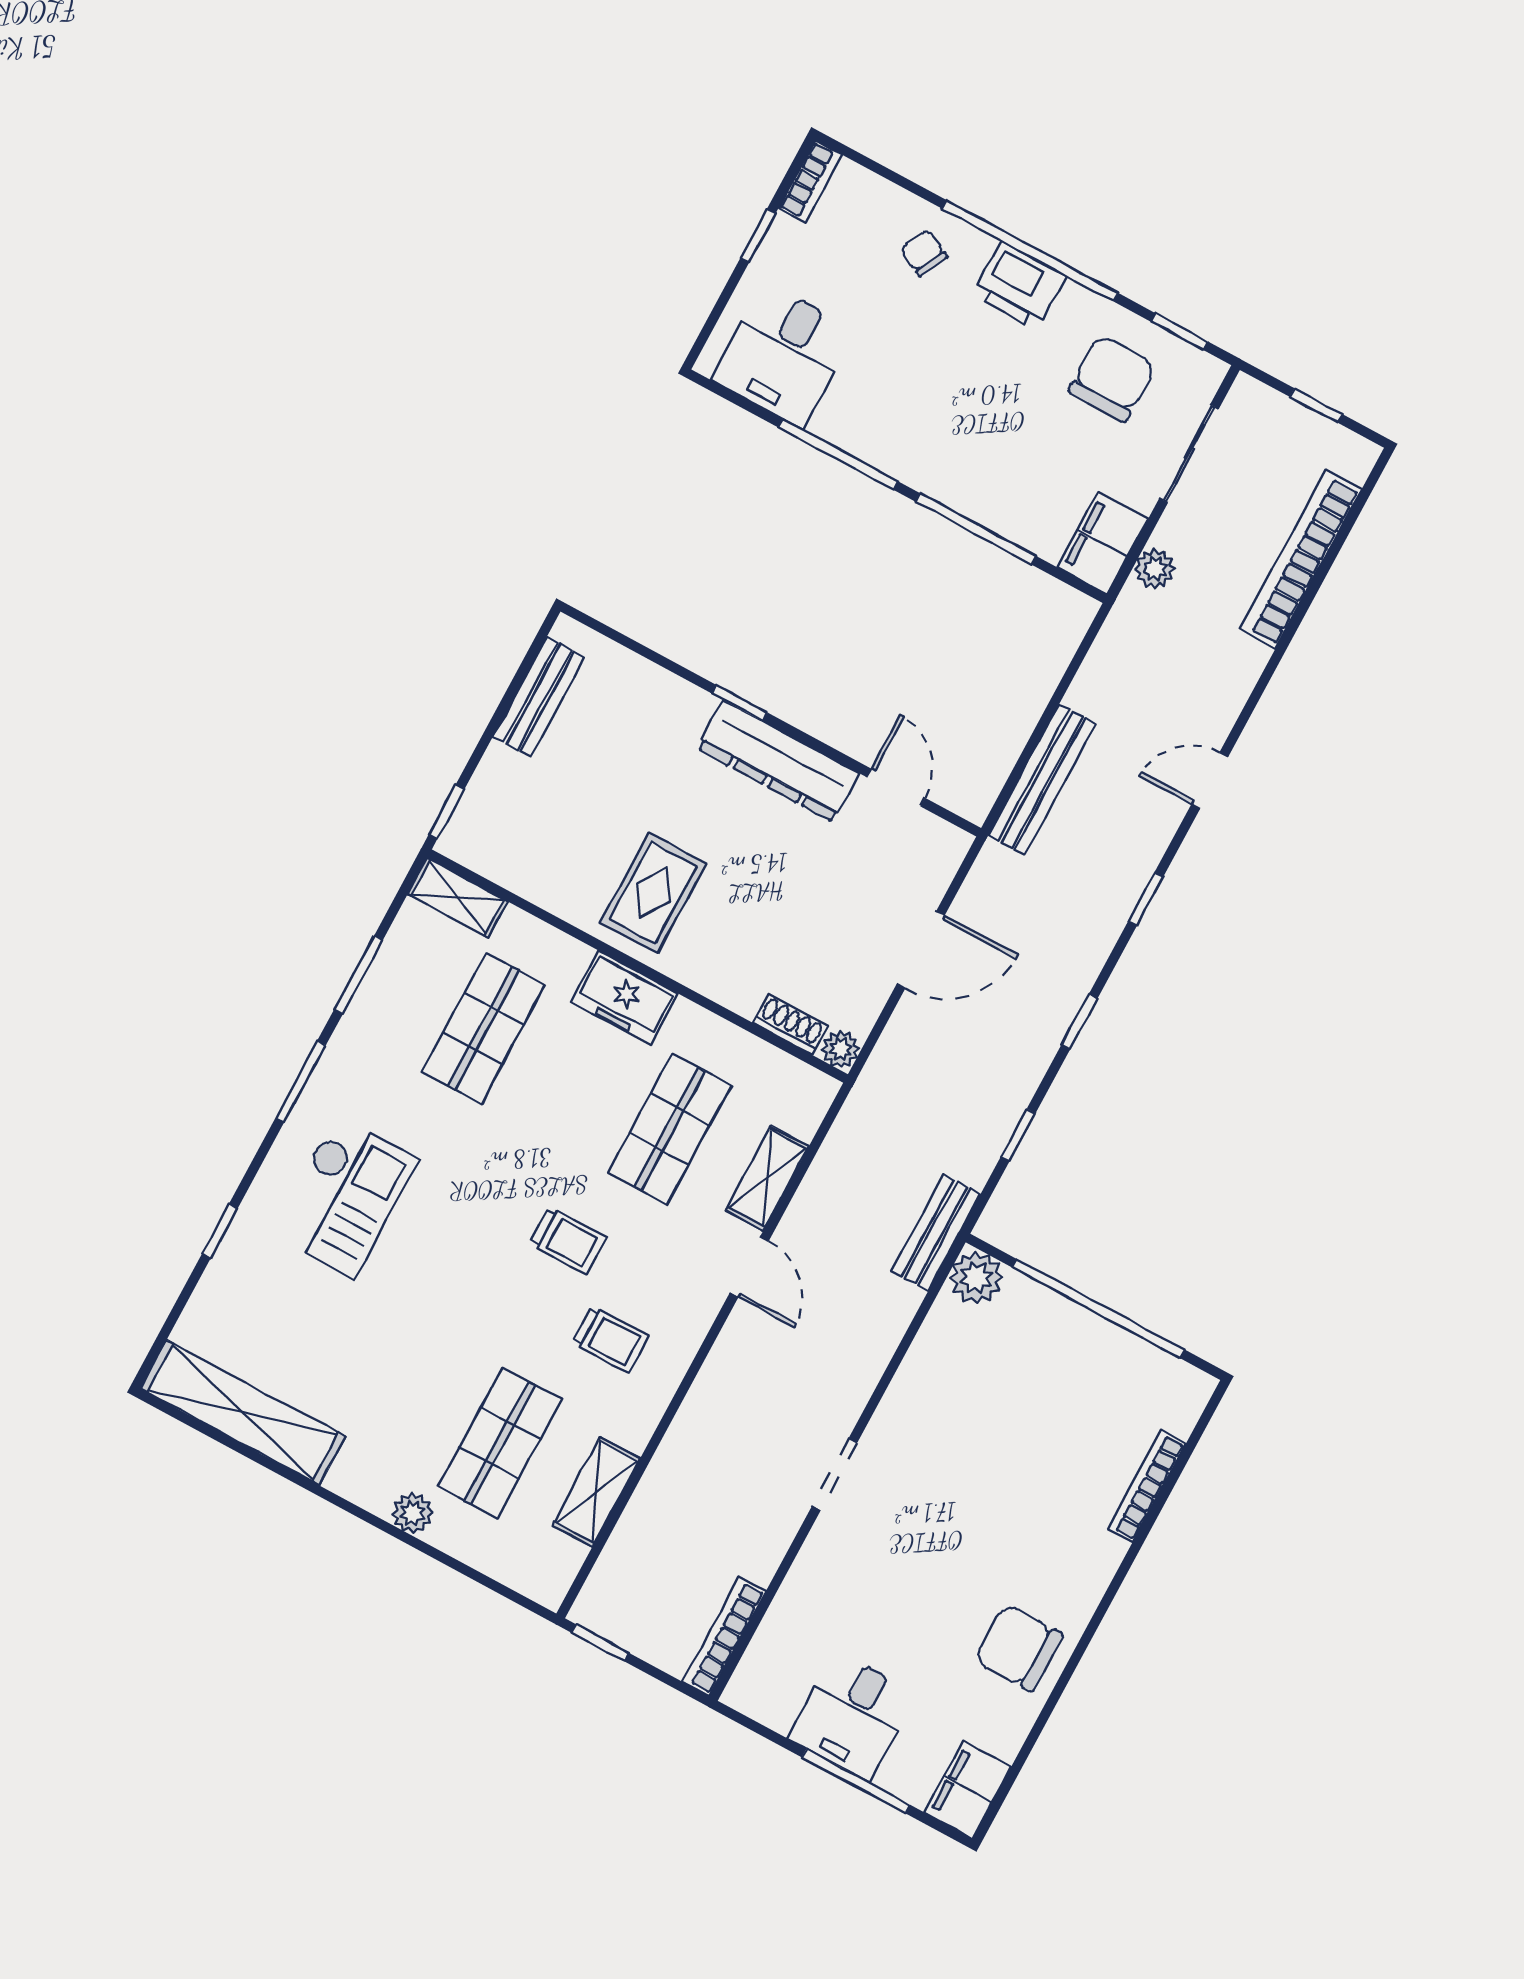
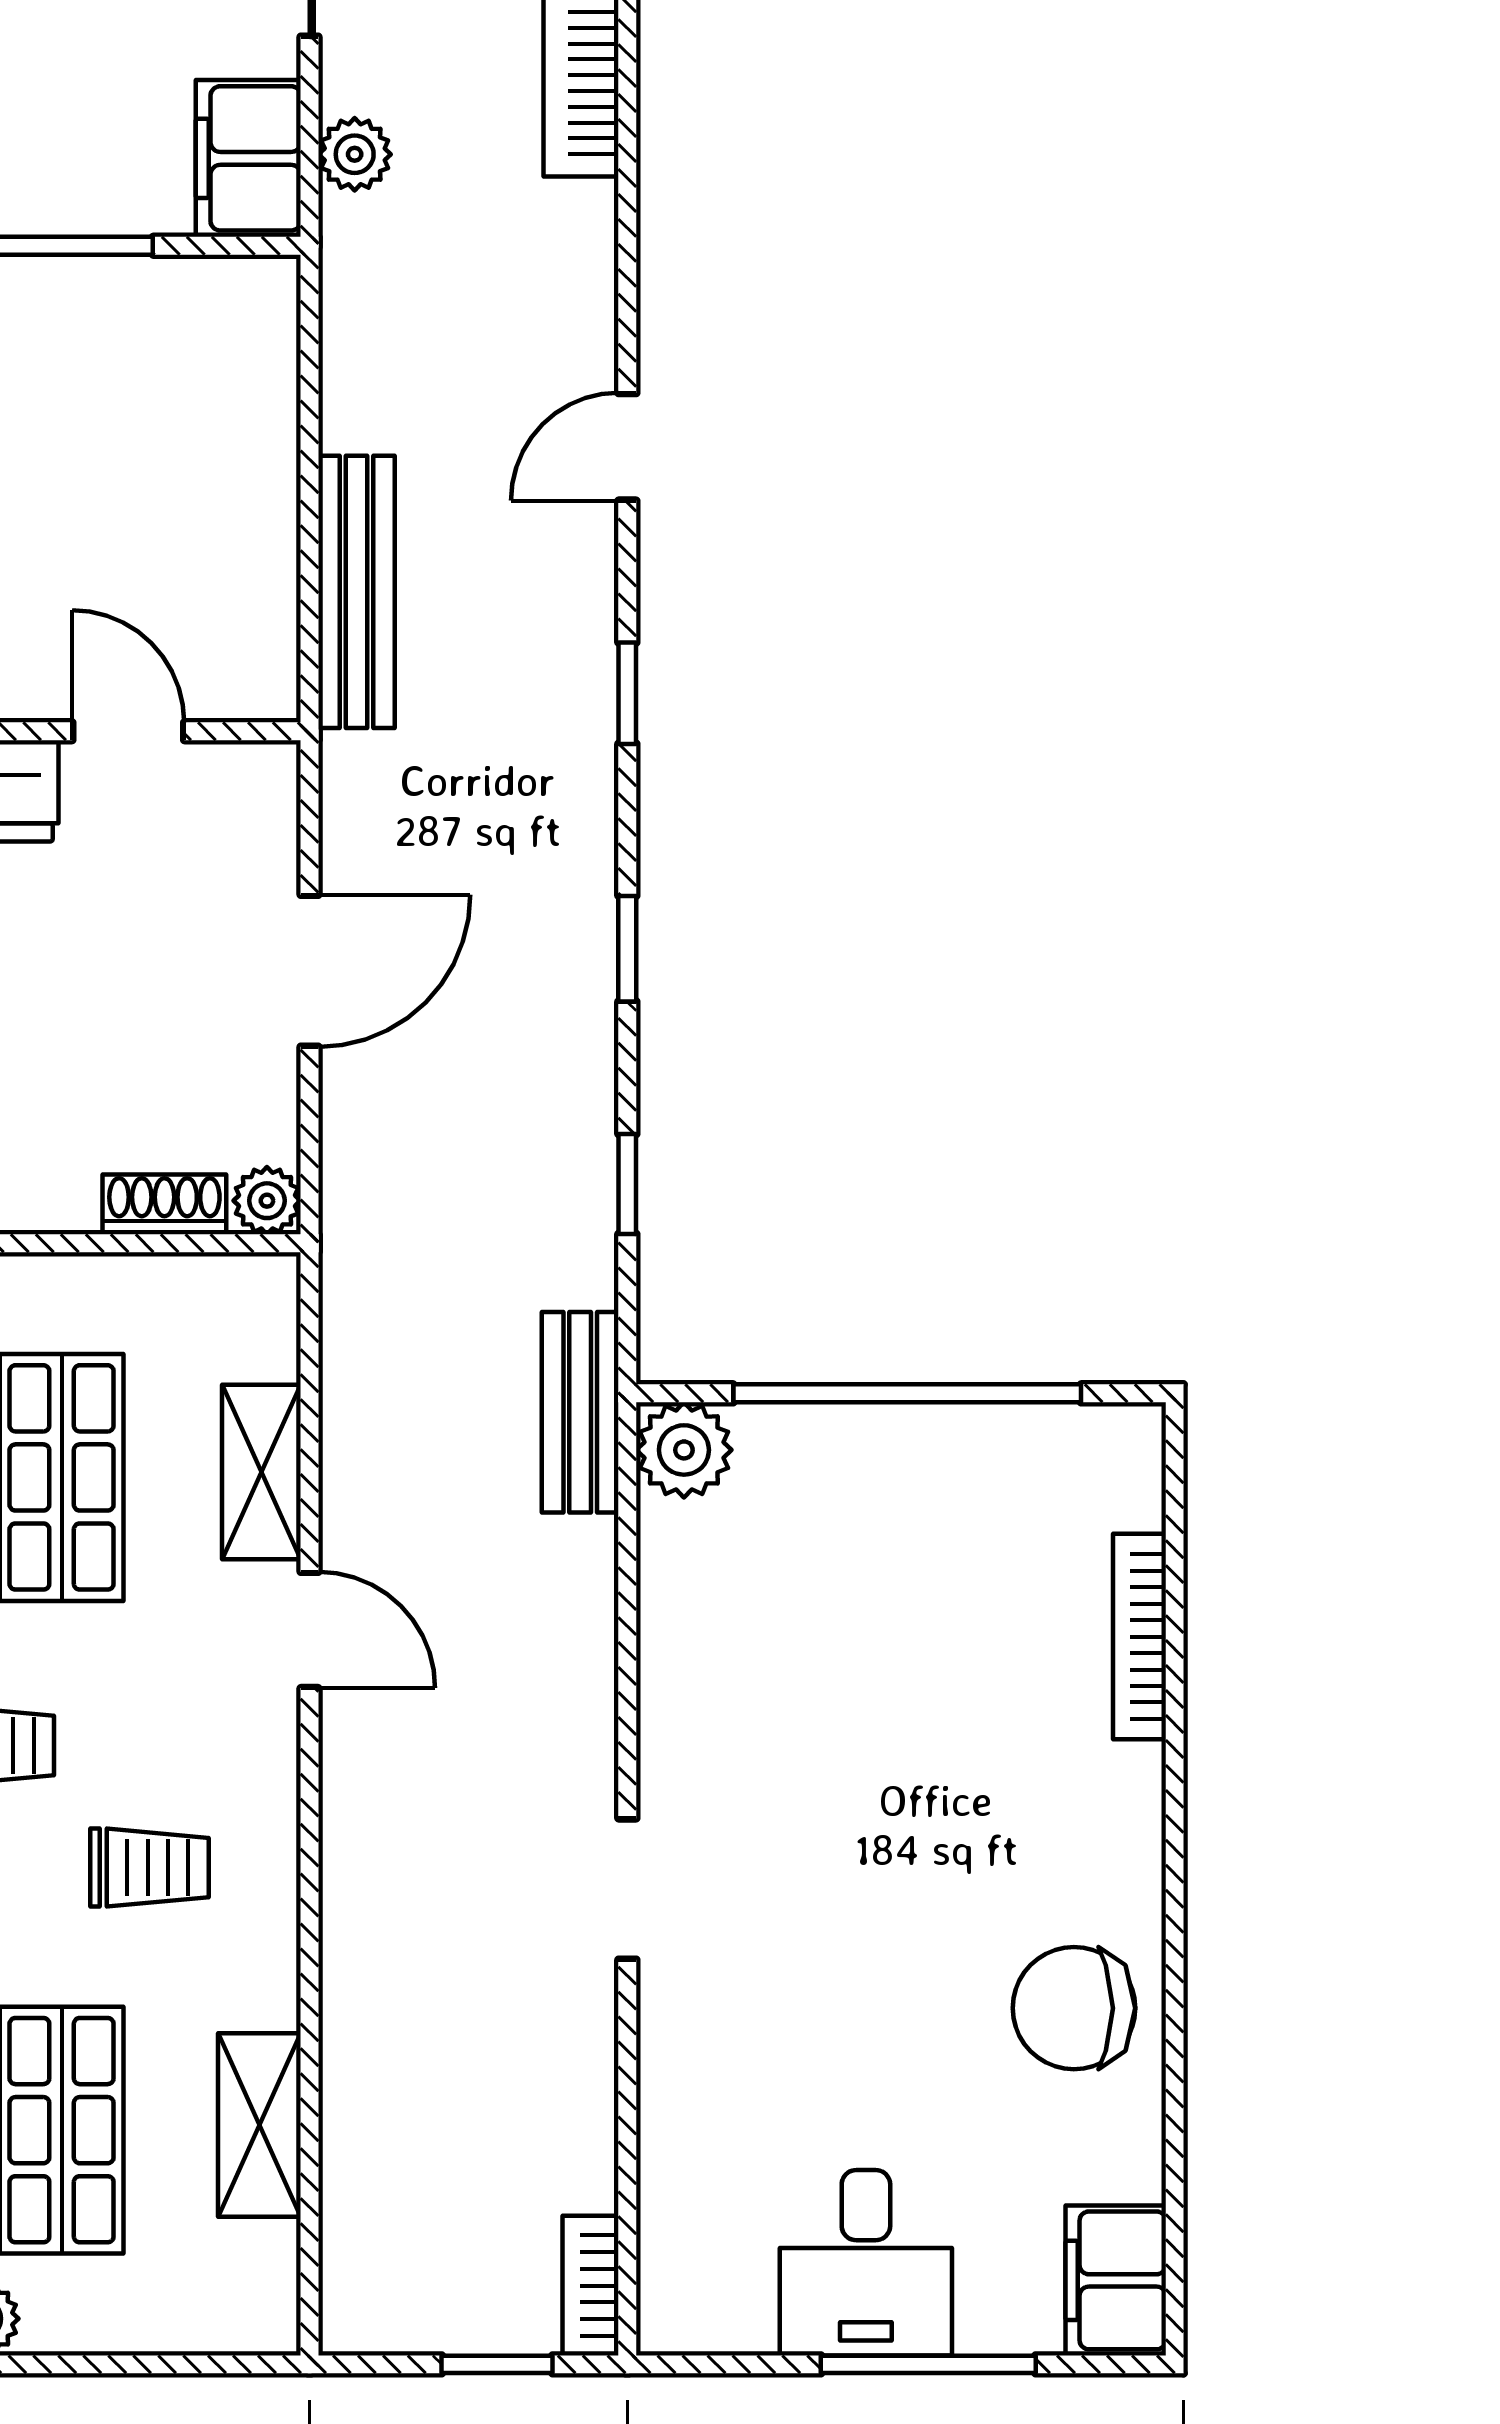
bookcase: (724, 1636) -> (591, 2286), width x0.64
window: (601, 1643) -> (497, 2364), moved

